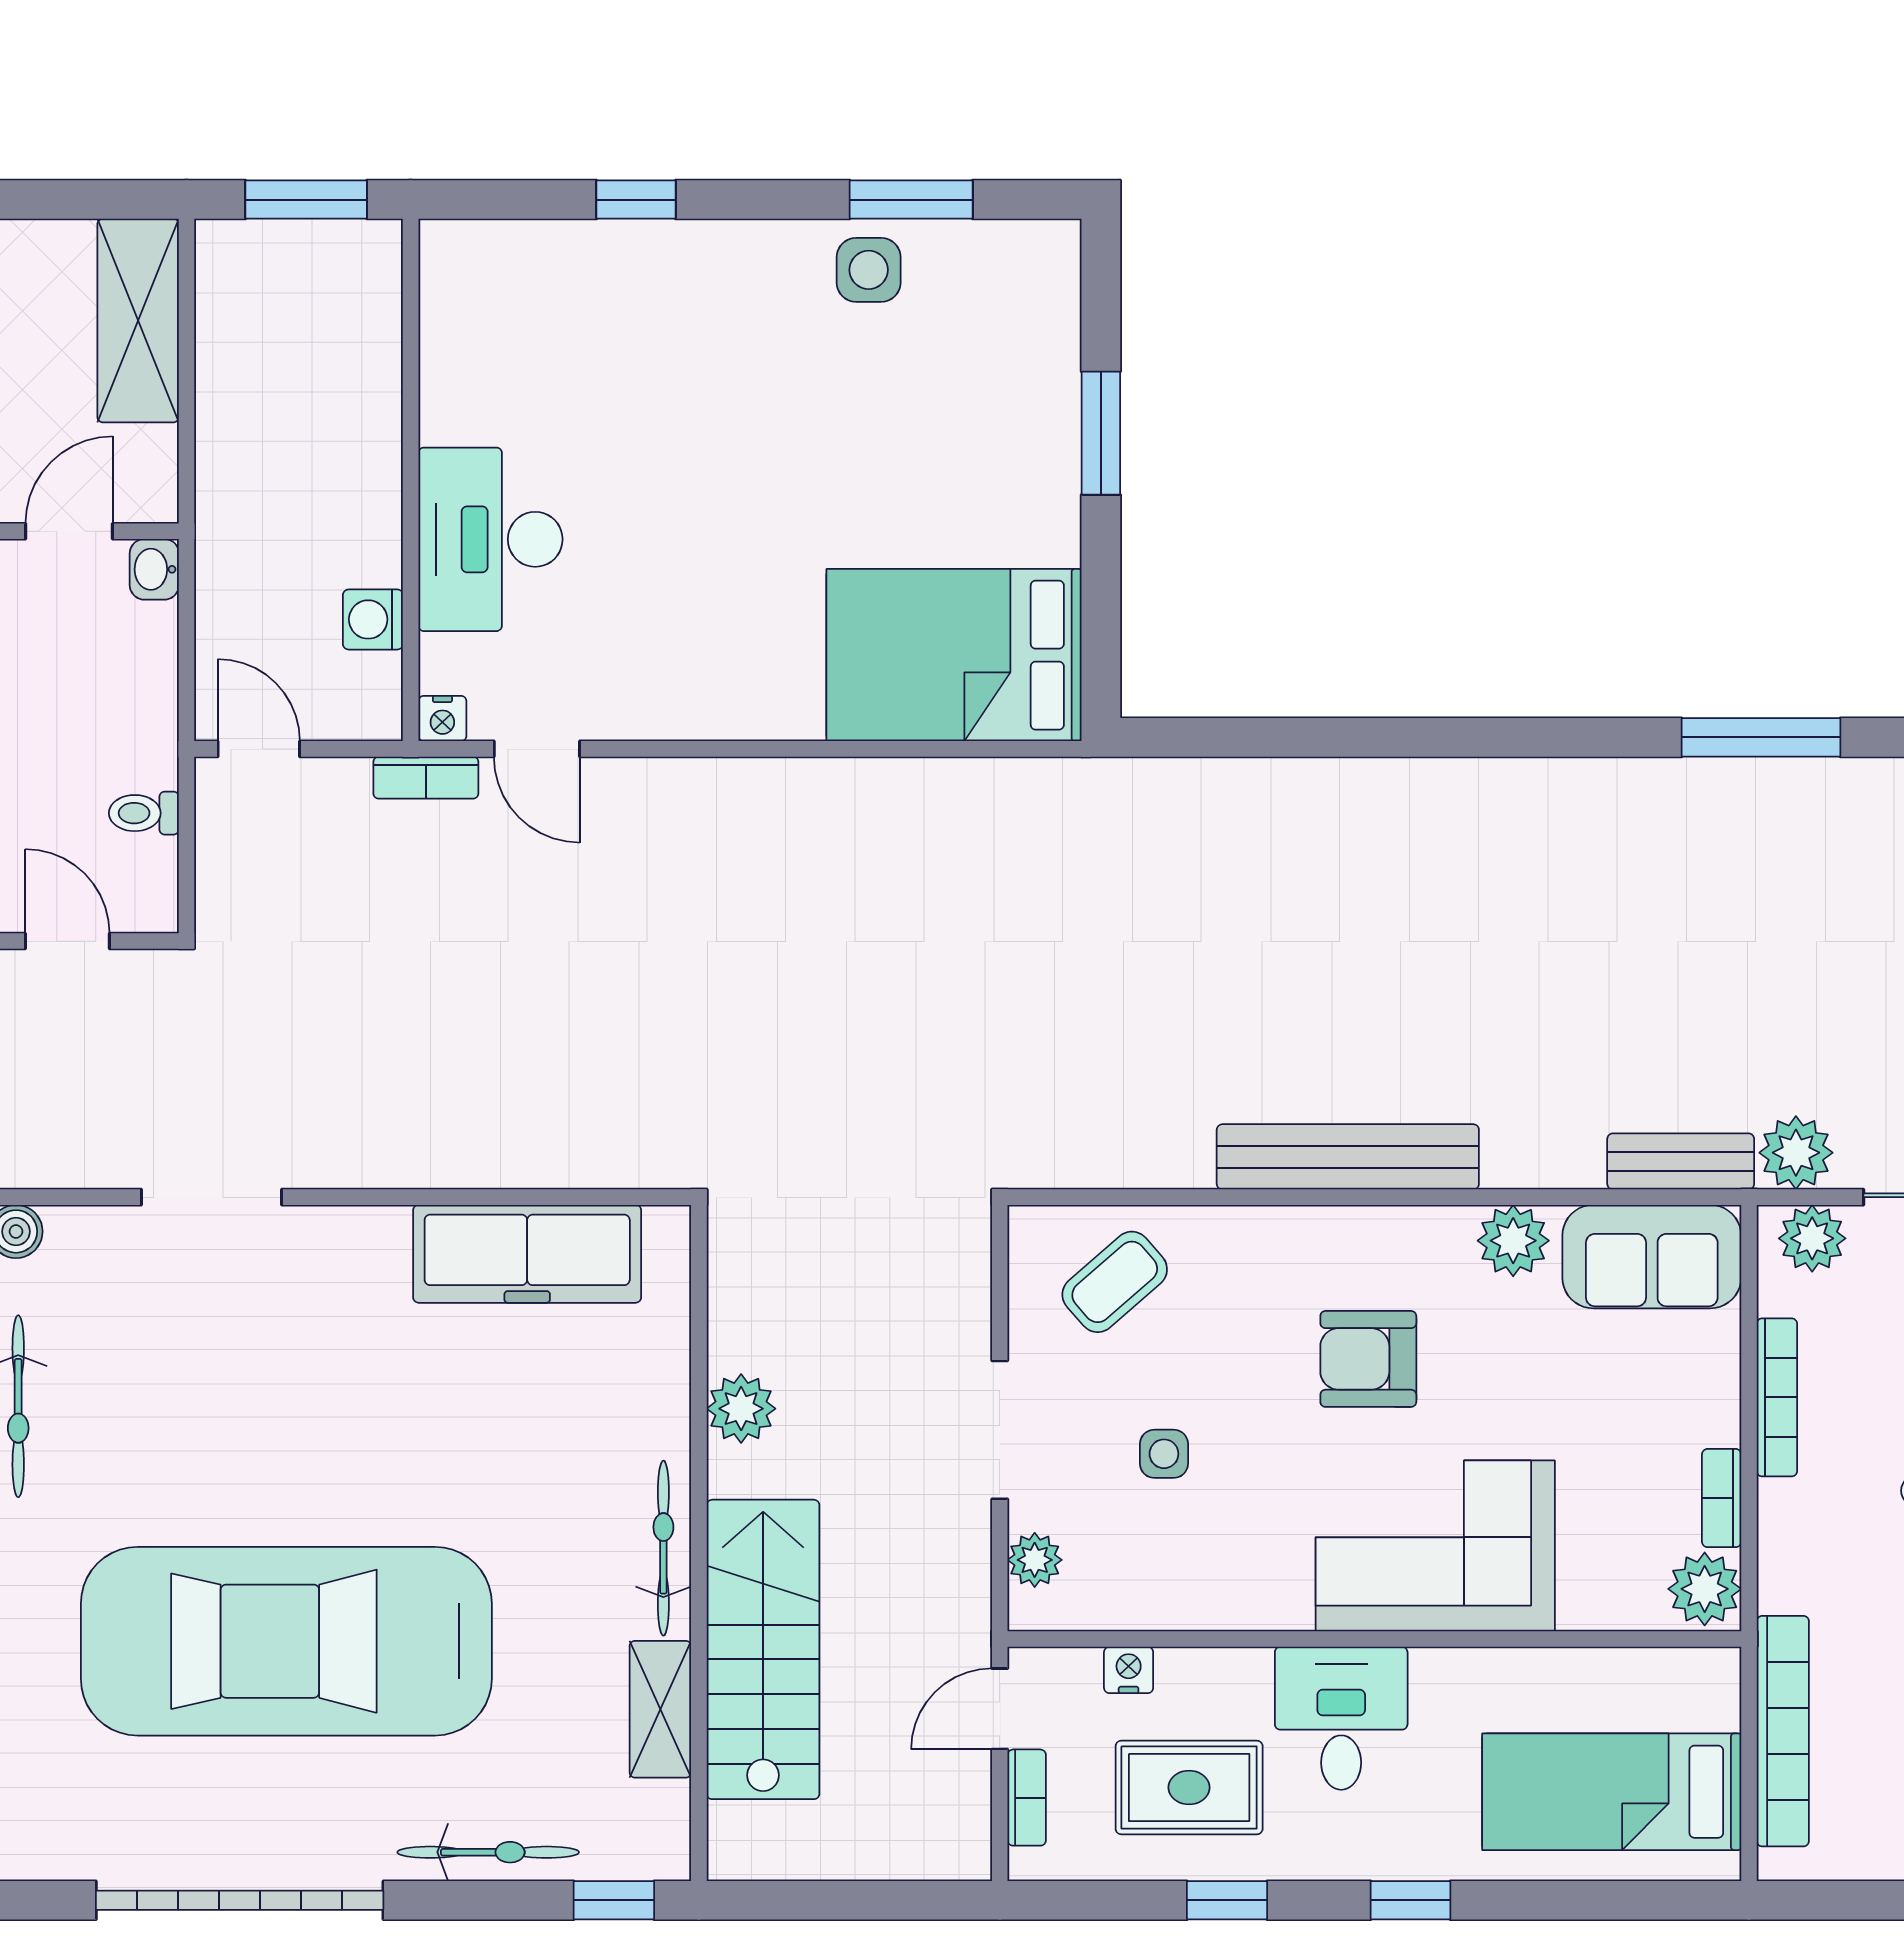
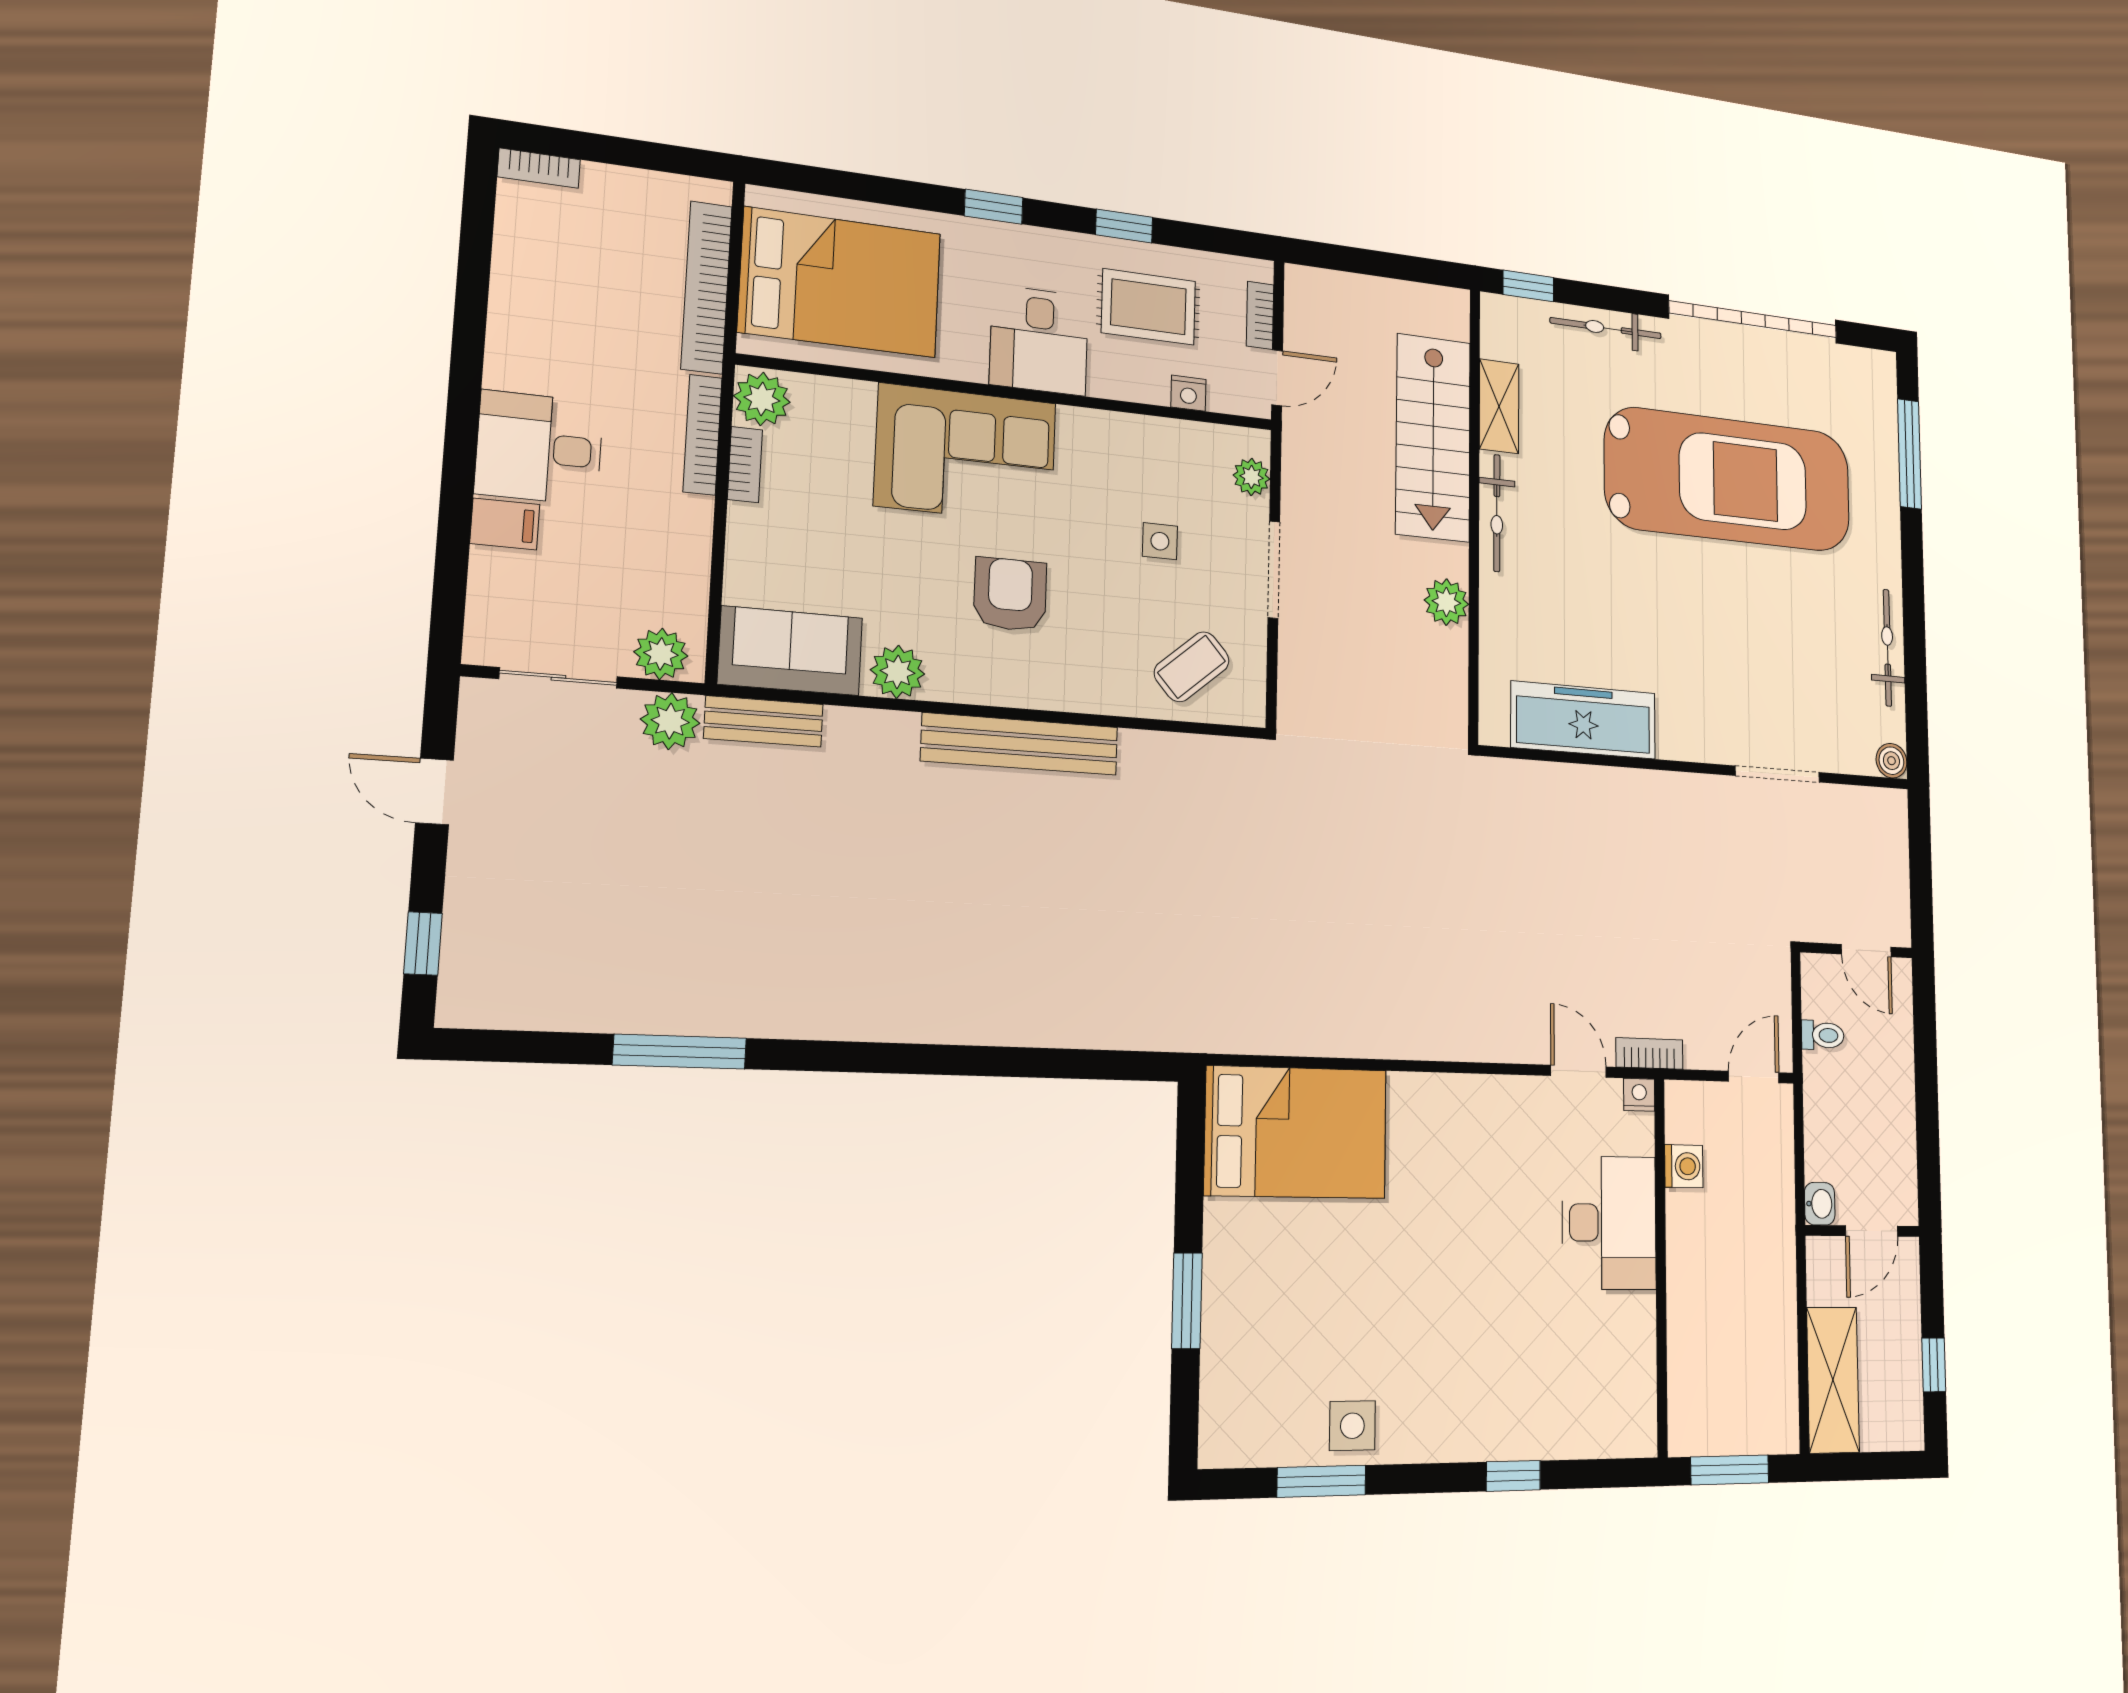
door: (259, 749) -> (1754, 1077), swing flipped
armchair: (1368, 1359) -> (1010, 594), turned -90
bookcase: (1777, 1397) -> (703, 435), moved
bed: (1612, 1792) -> (840, 282), width x1.50

